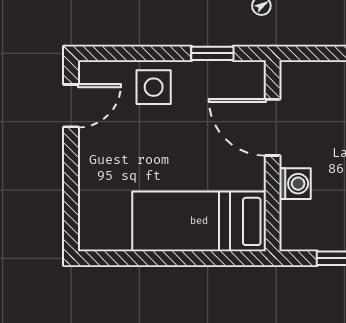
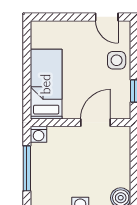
washing machine: (295, 184) -> (39, 134), moved

